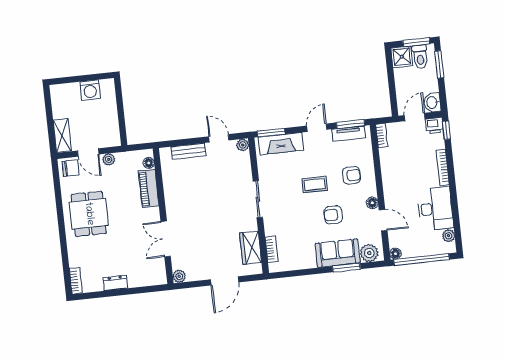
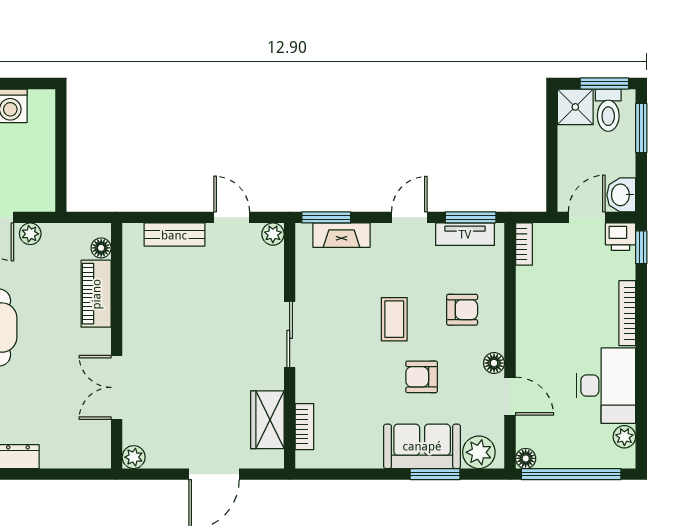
fireplace: (281, 144) -> (342, 235), width x0.73, depth x0.76
coffee table: (315, 185) -> (394, 319), turned 90

